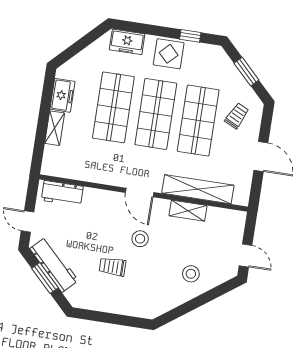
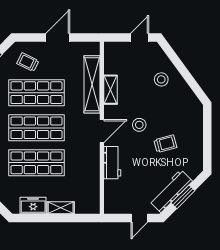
workbench: (62, 193) -> (112, 163), moved
trolley: (112, 267) -> (165, 144), turned -105

